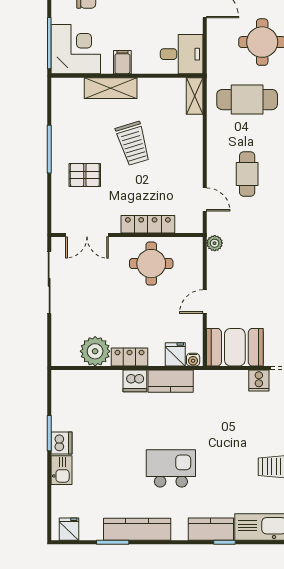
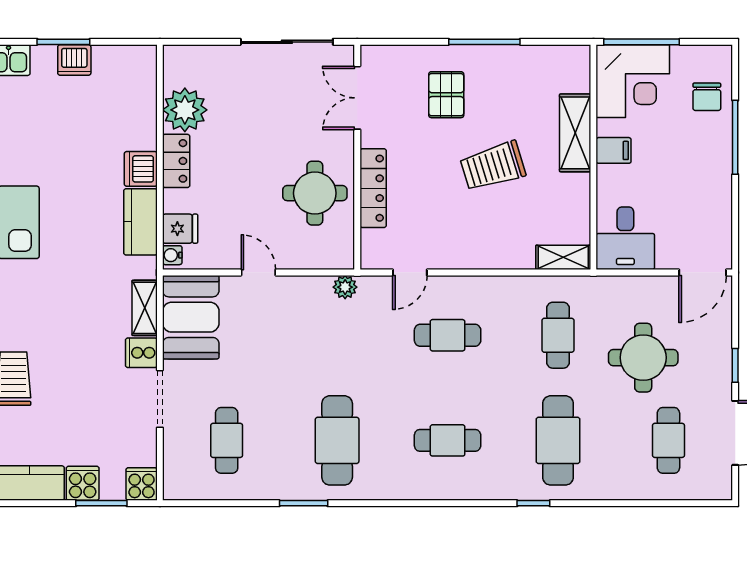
cafe table: (247, 100) -> (558, 335), width x0.73, depth x0.74
shelving: (229, 378) -> (145, 308), added
dishwasher: (61, 443) -> (74, 60), moved

